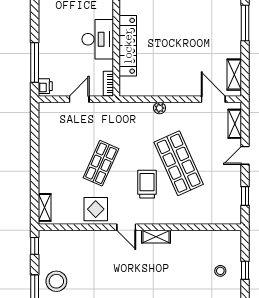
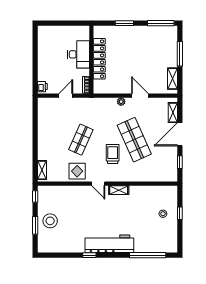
window: (245, 23) -> (180, 54), moved
window: (35, 63) -> (35, 70), removed
door: (213, 99) -> (140, 96), moved
door: (245, 155) -> (180, 134), width x1.88

